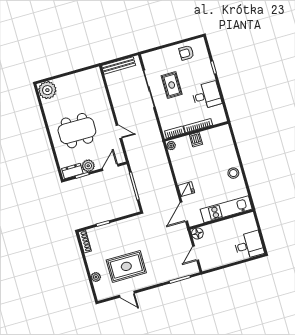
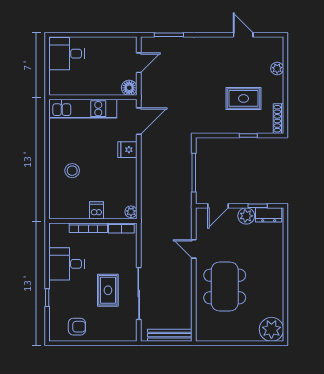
dining table: (77, 131) -> (225, 287), moved, turned 90
stool: (233, 173) -> (72, 171), moved
rug: (126, 266) -> (244, 98), moved, width x0.73, depth x0.70

